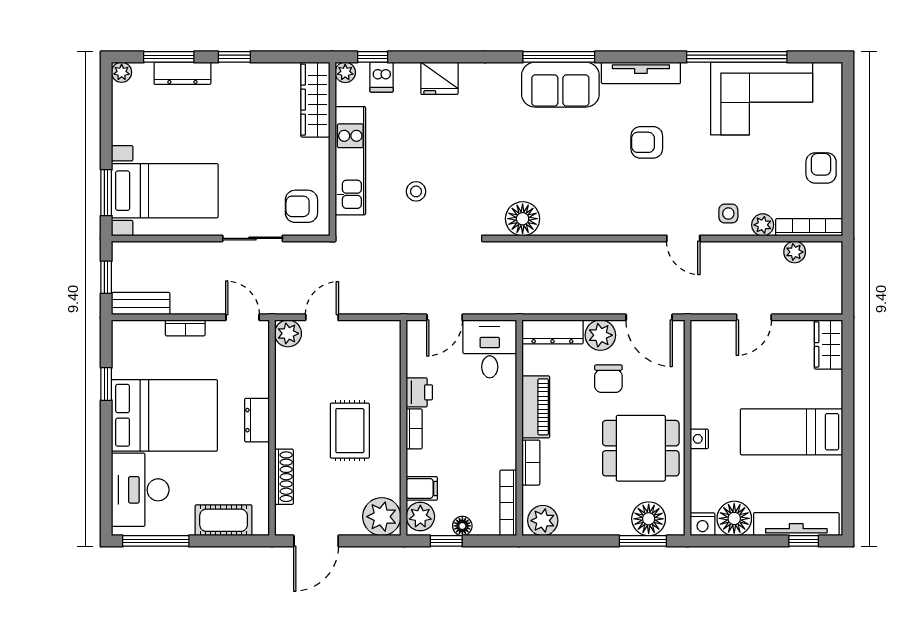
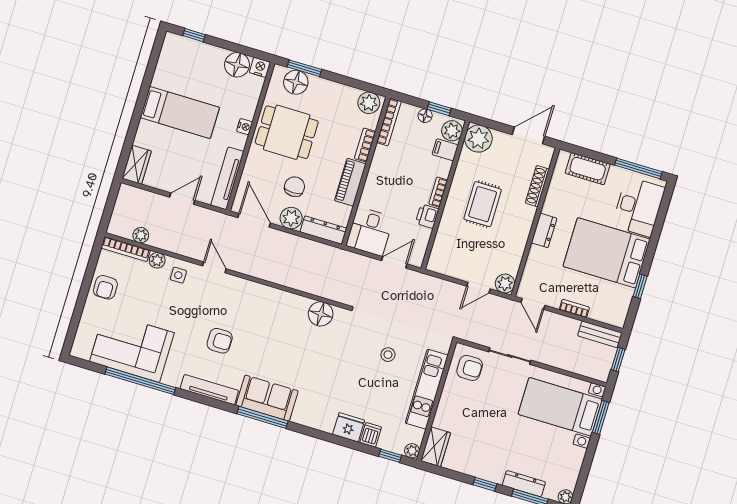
dishwasher: (382, 77) -> (371, 435), moved
wardrobe: (315, 100) -> (436, 447), width x0.67
tv unit: (796, 524) -> (227, 178), moved, turned 90

